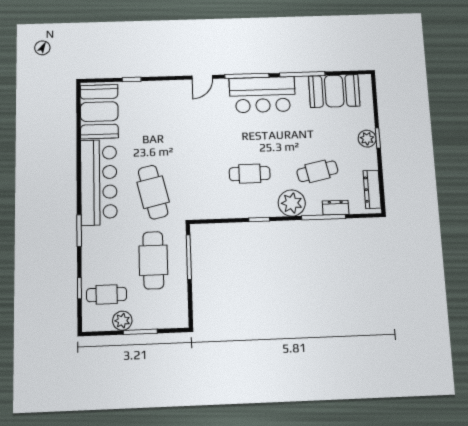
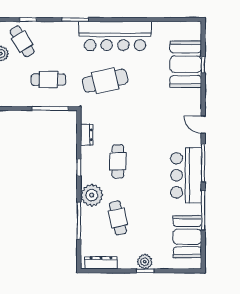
booth: (99, 112) -> (186, 64), moved, turned 90
dresser: (336, 208) -> (87, 135), moved
cafe table: (153, 260) -> (48, 80), width x0.73, depth x0.74
cafe table: (107, 295) -> (22, 41), turned -31

